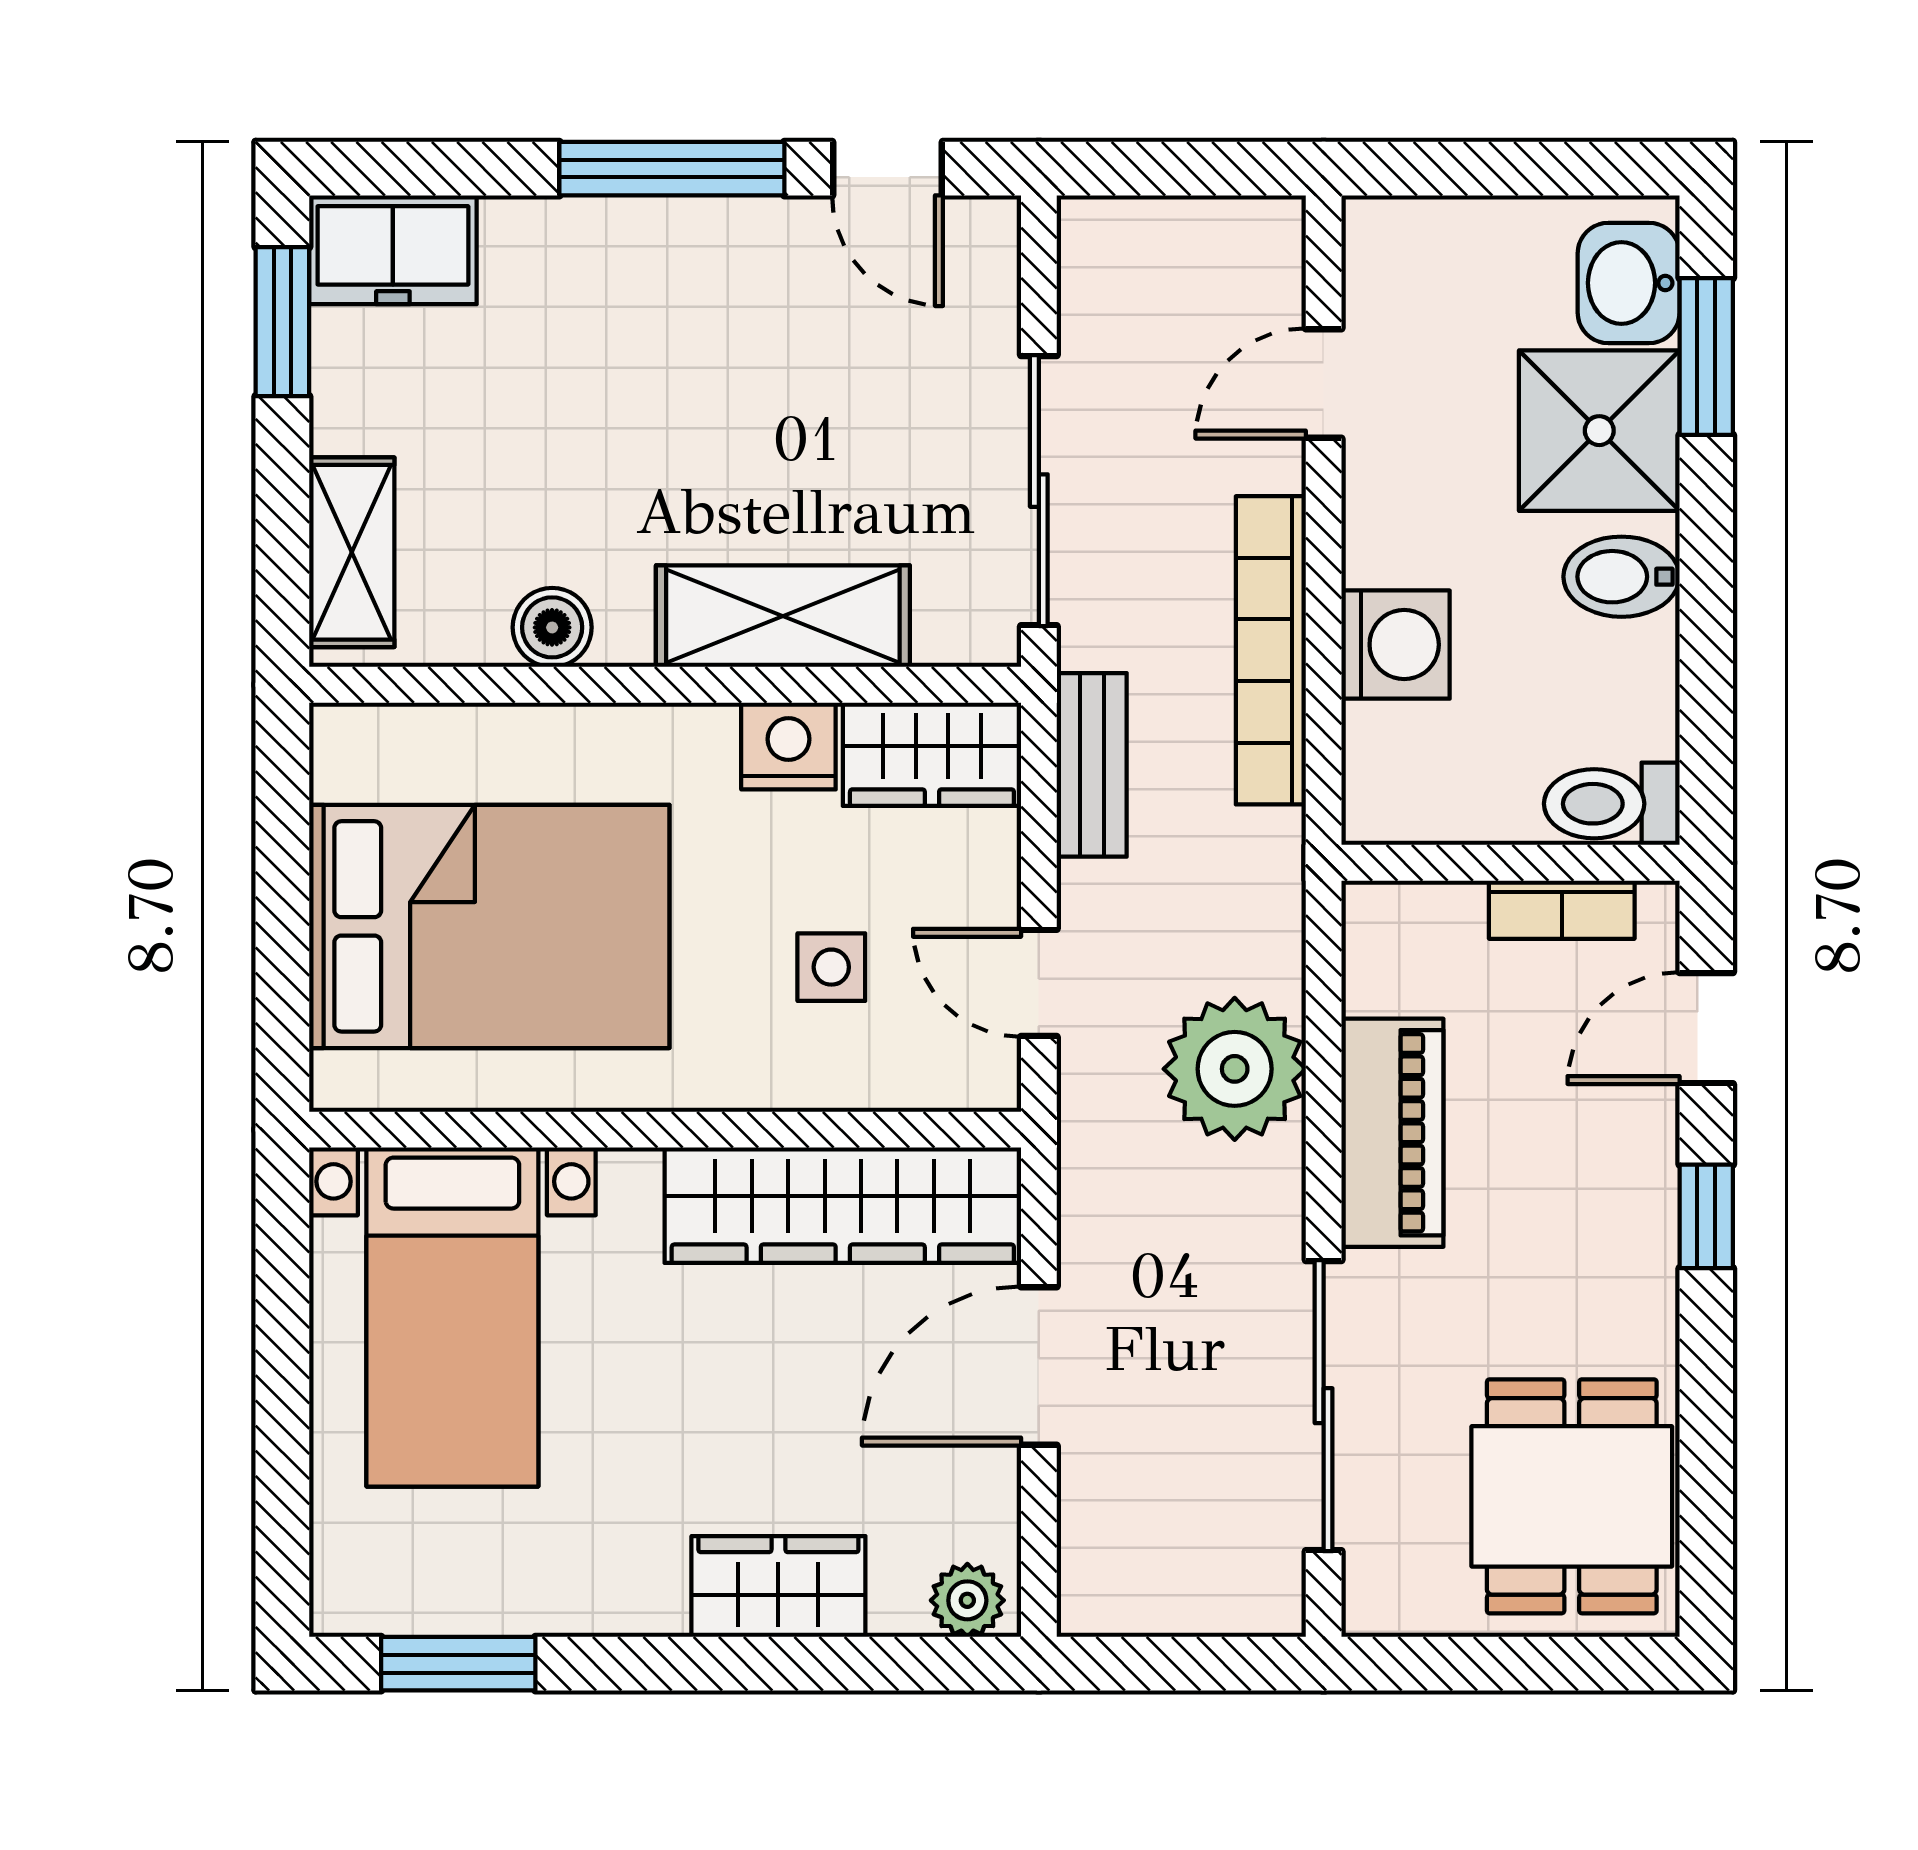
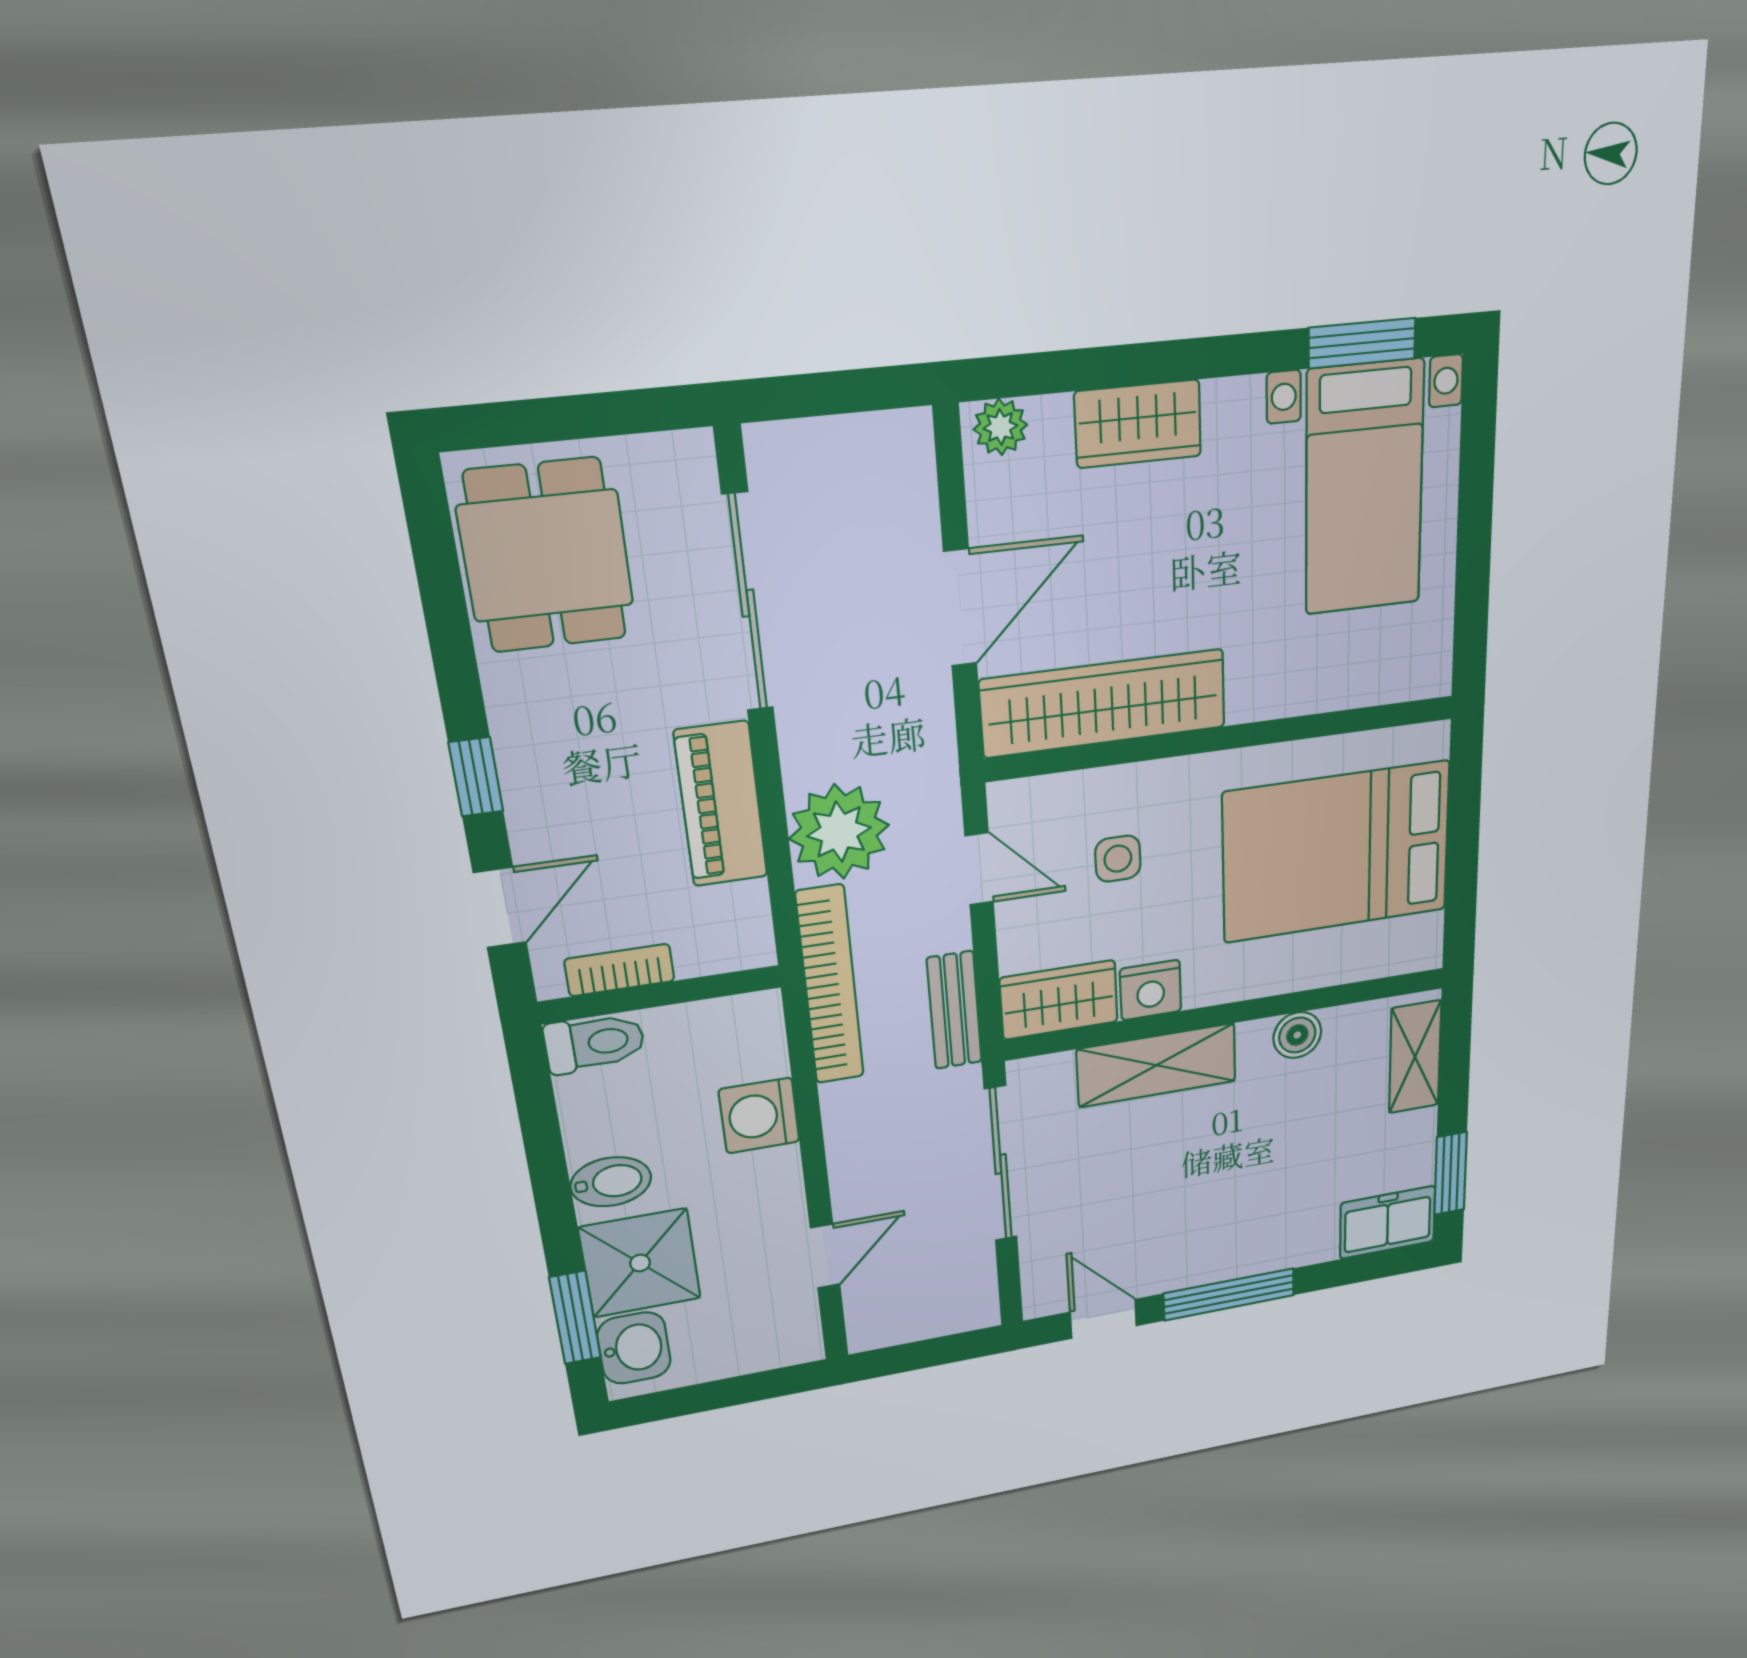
bookcase: (1271, 650) -> (830, 985), moved
bed with nightstands: (452, 1317) -> (1364, 488), moved, turned 180

